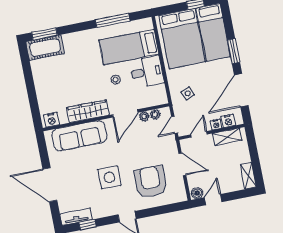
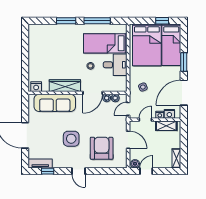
window: (44, 34) -> (66, 21), moved
cot: (45, 48) -> (42, 31), removed

